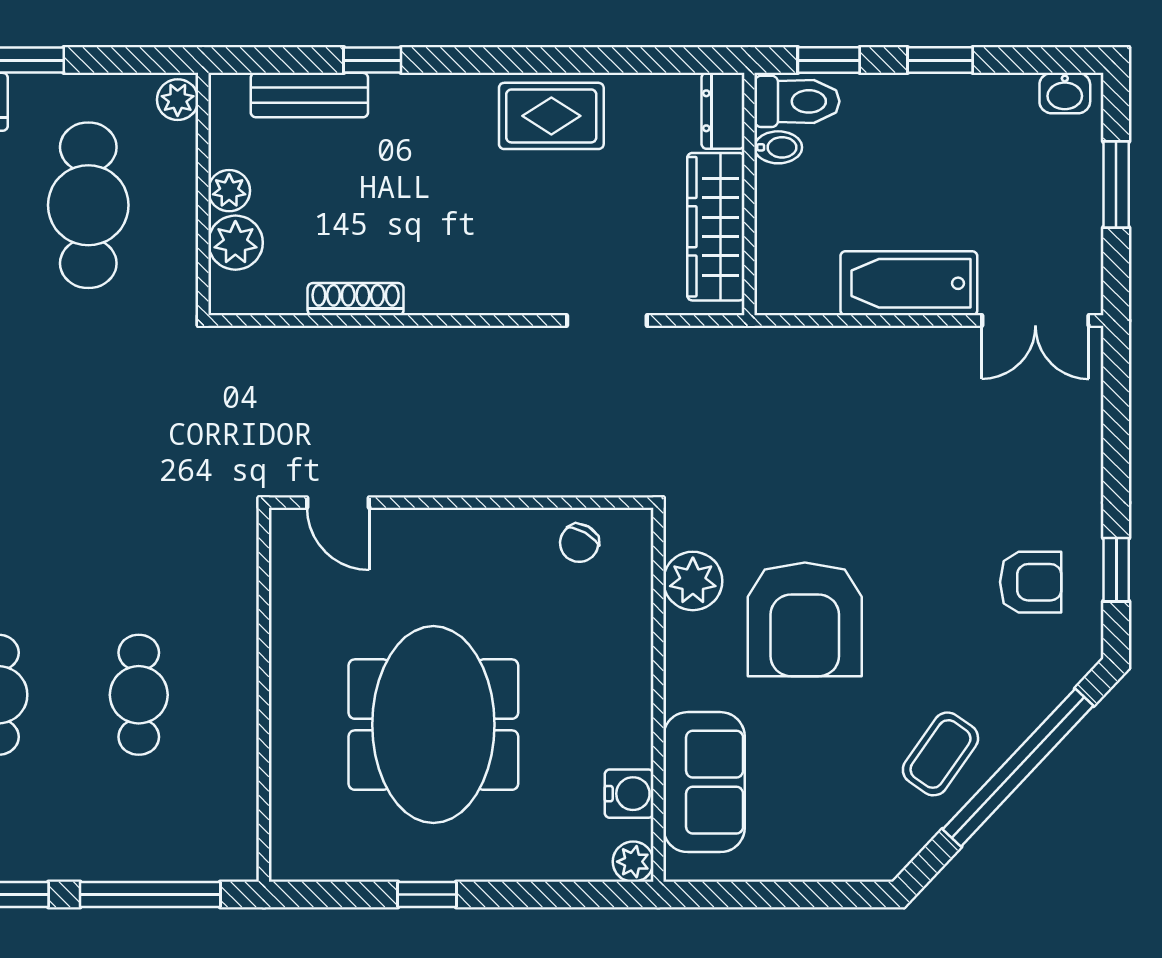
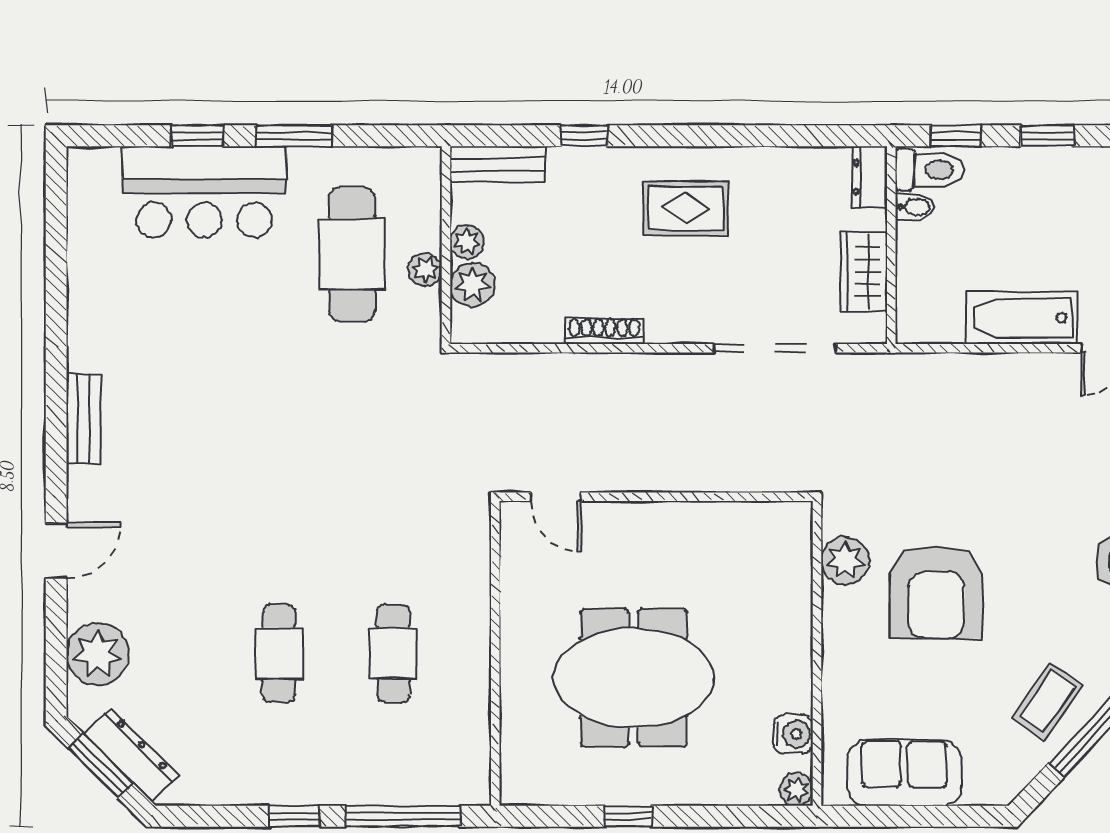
bench: (309, 95) -> (498, 164), moved
plant: (178, 100) -> (425, 270), moved
rug: (551, 116) -> (686, 208), moved
wardrobe: (716, 227) -> (864, 272), width x0.67
shoe rack: (356, 299) -> (604, 331), moved
doorway: (607, 321) -> (775, 348), width x1.88
chair: (579, 543) -> (752, 530), removed
meeting table: (433, 725) -> (634, 678), turned 90
sofa: (704, 782) -> (904, 773), moved, turned -90

